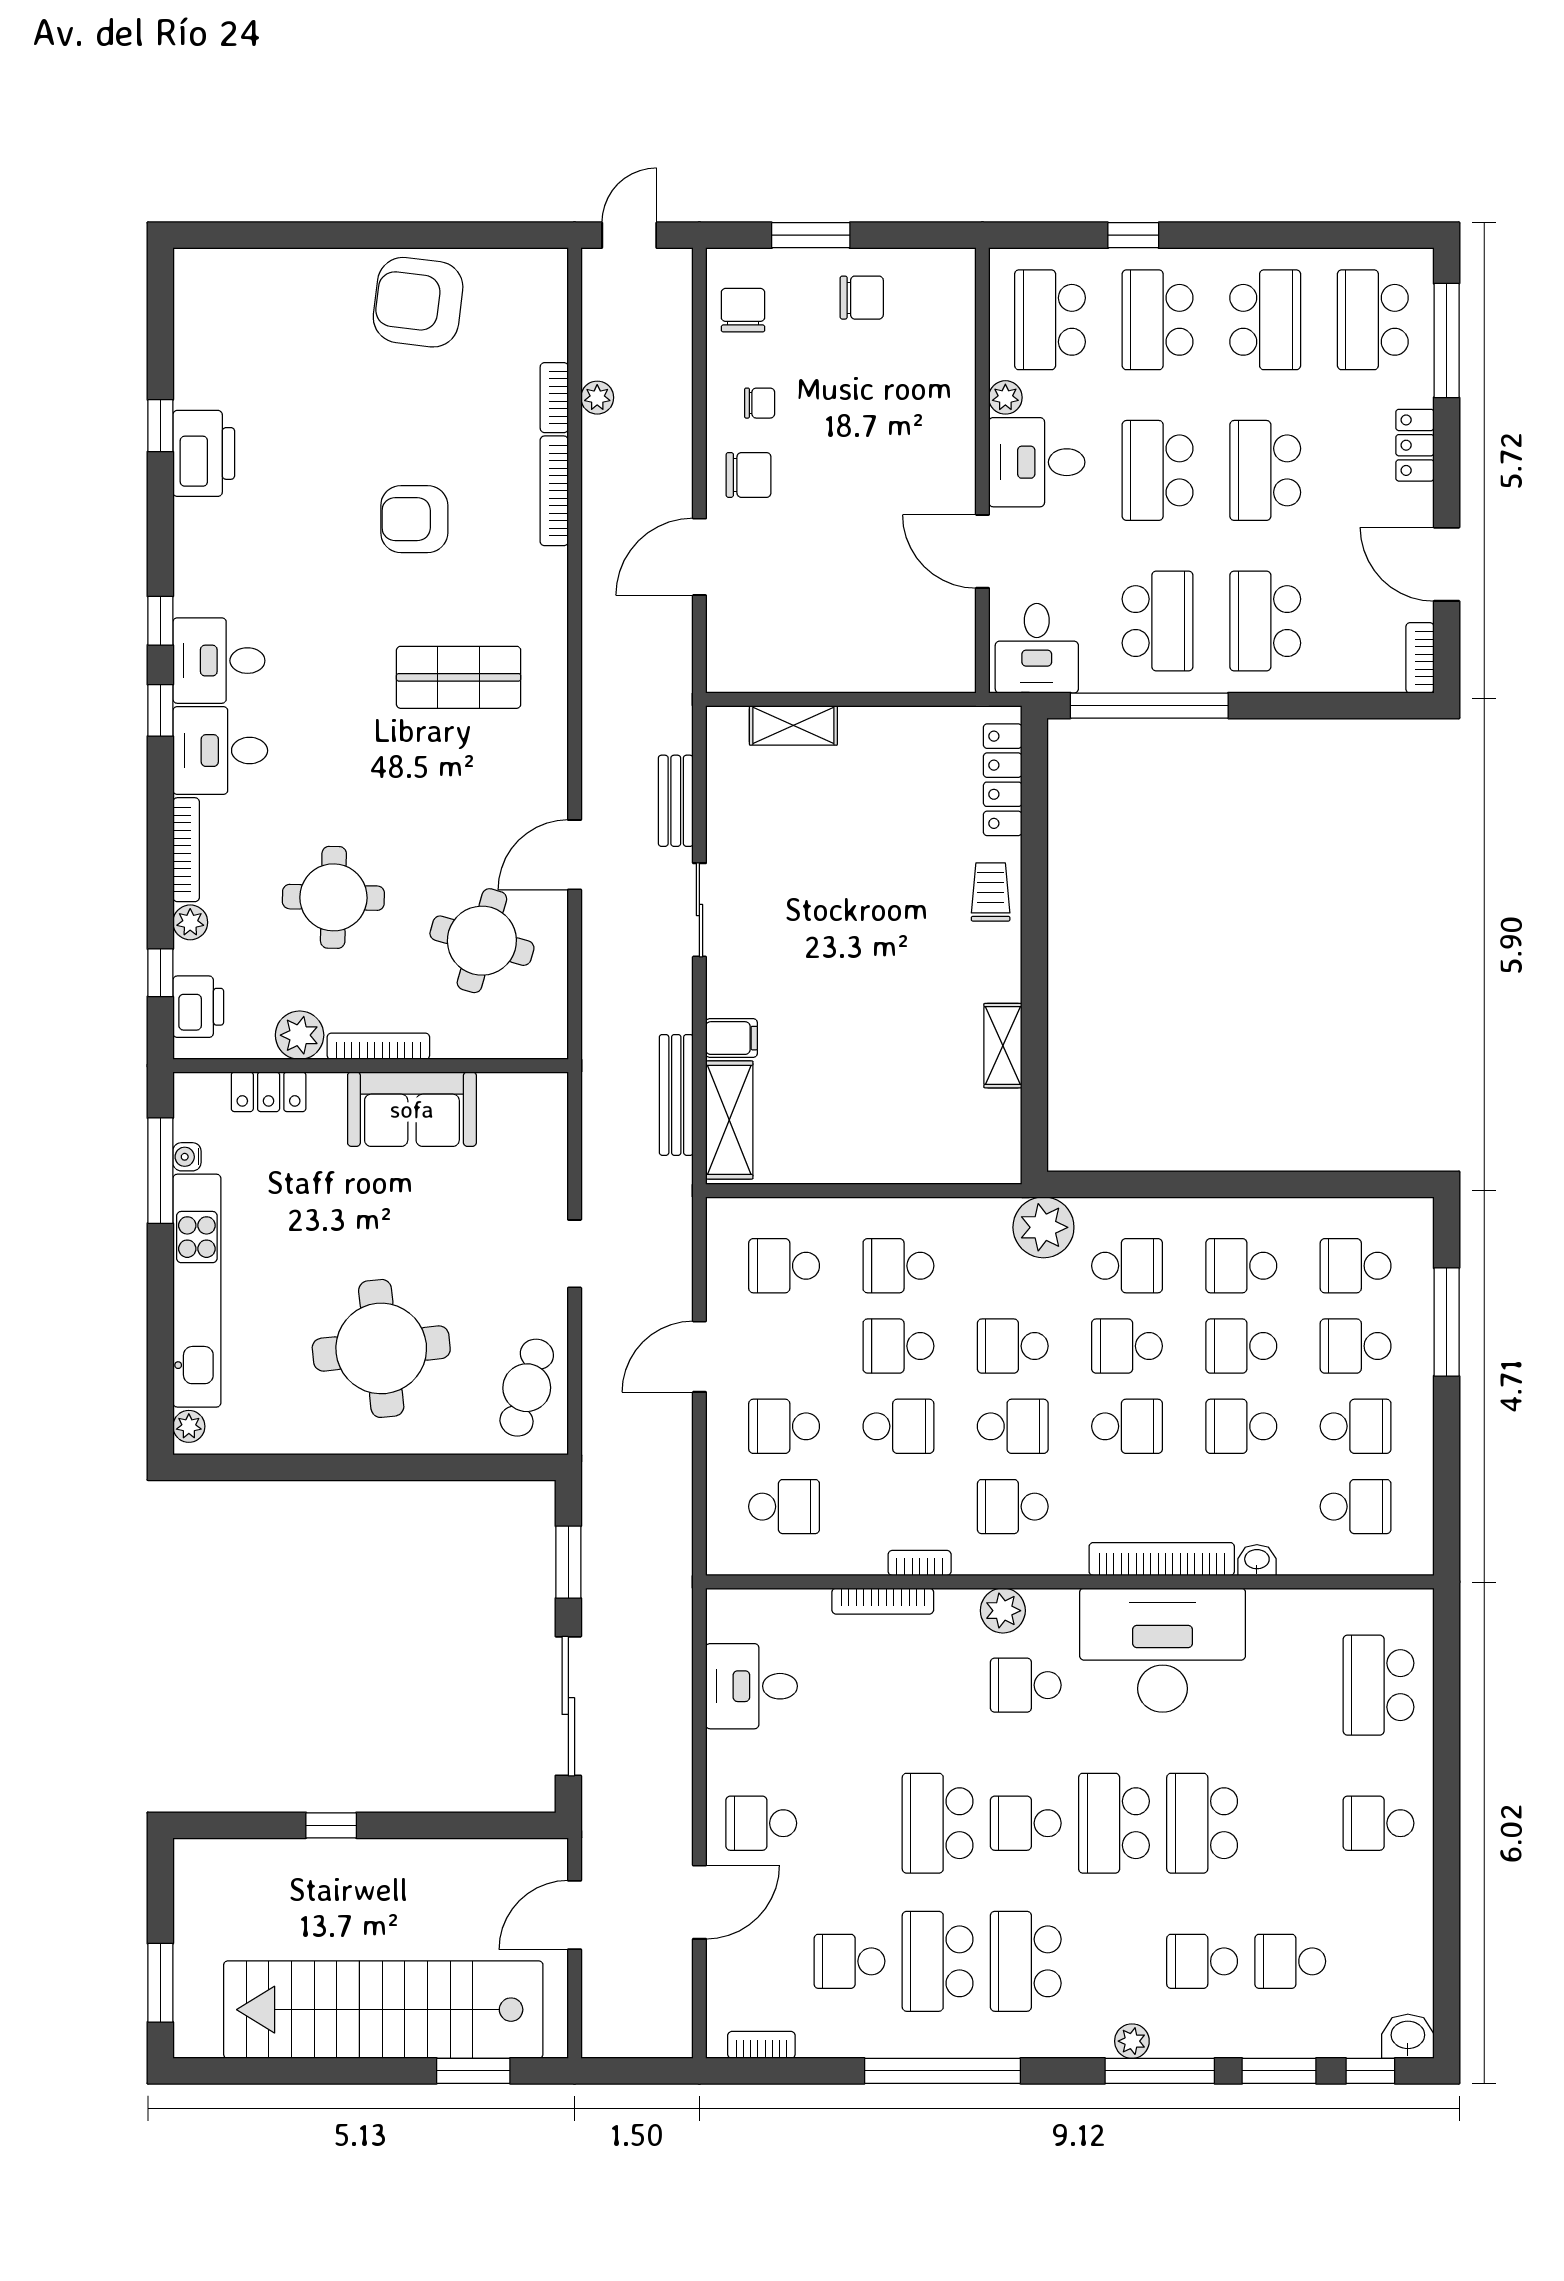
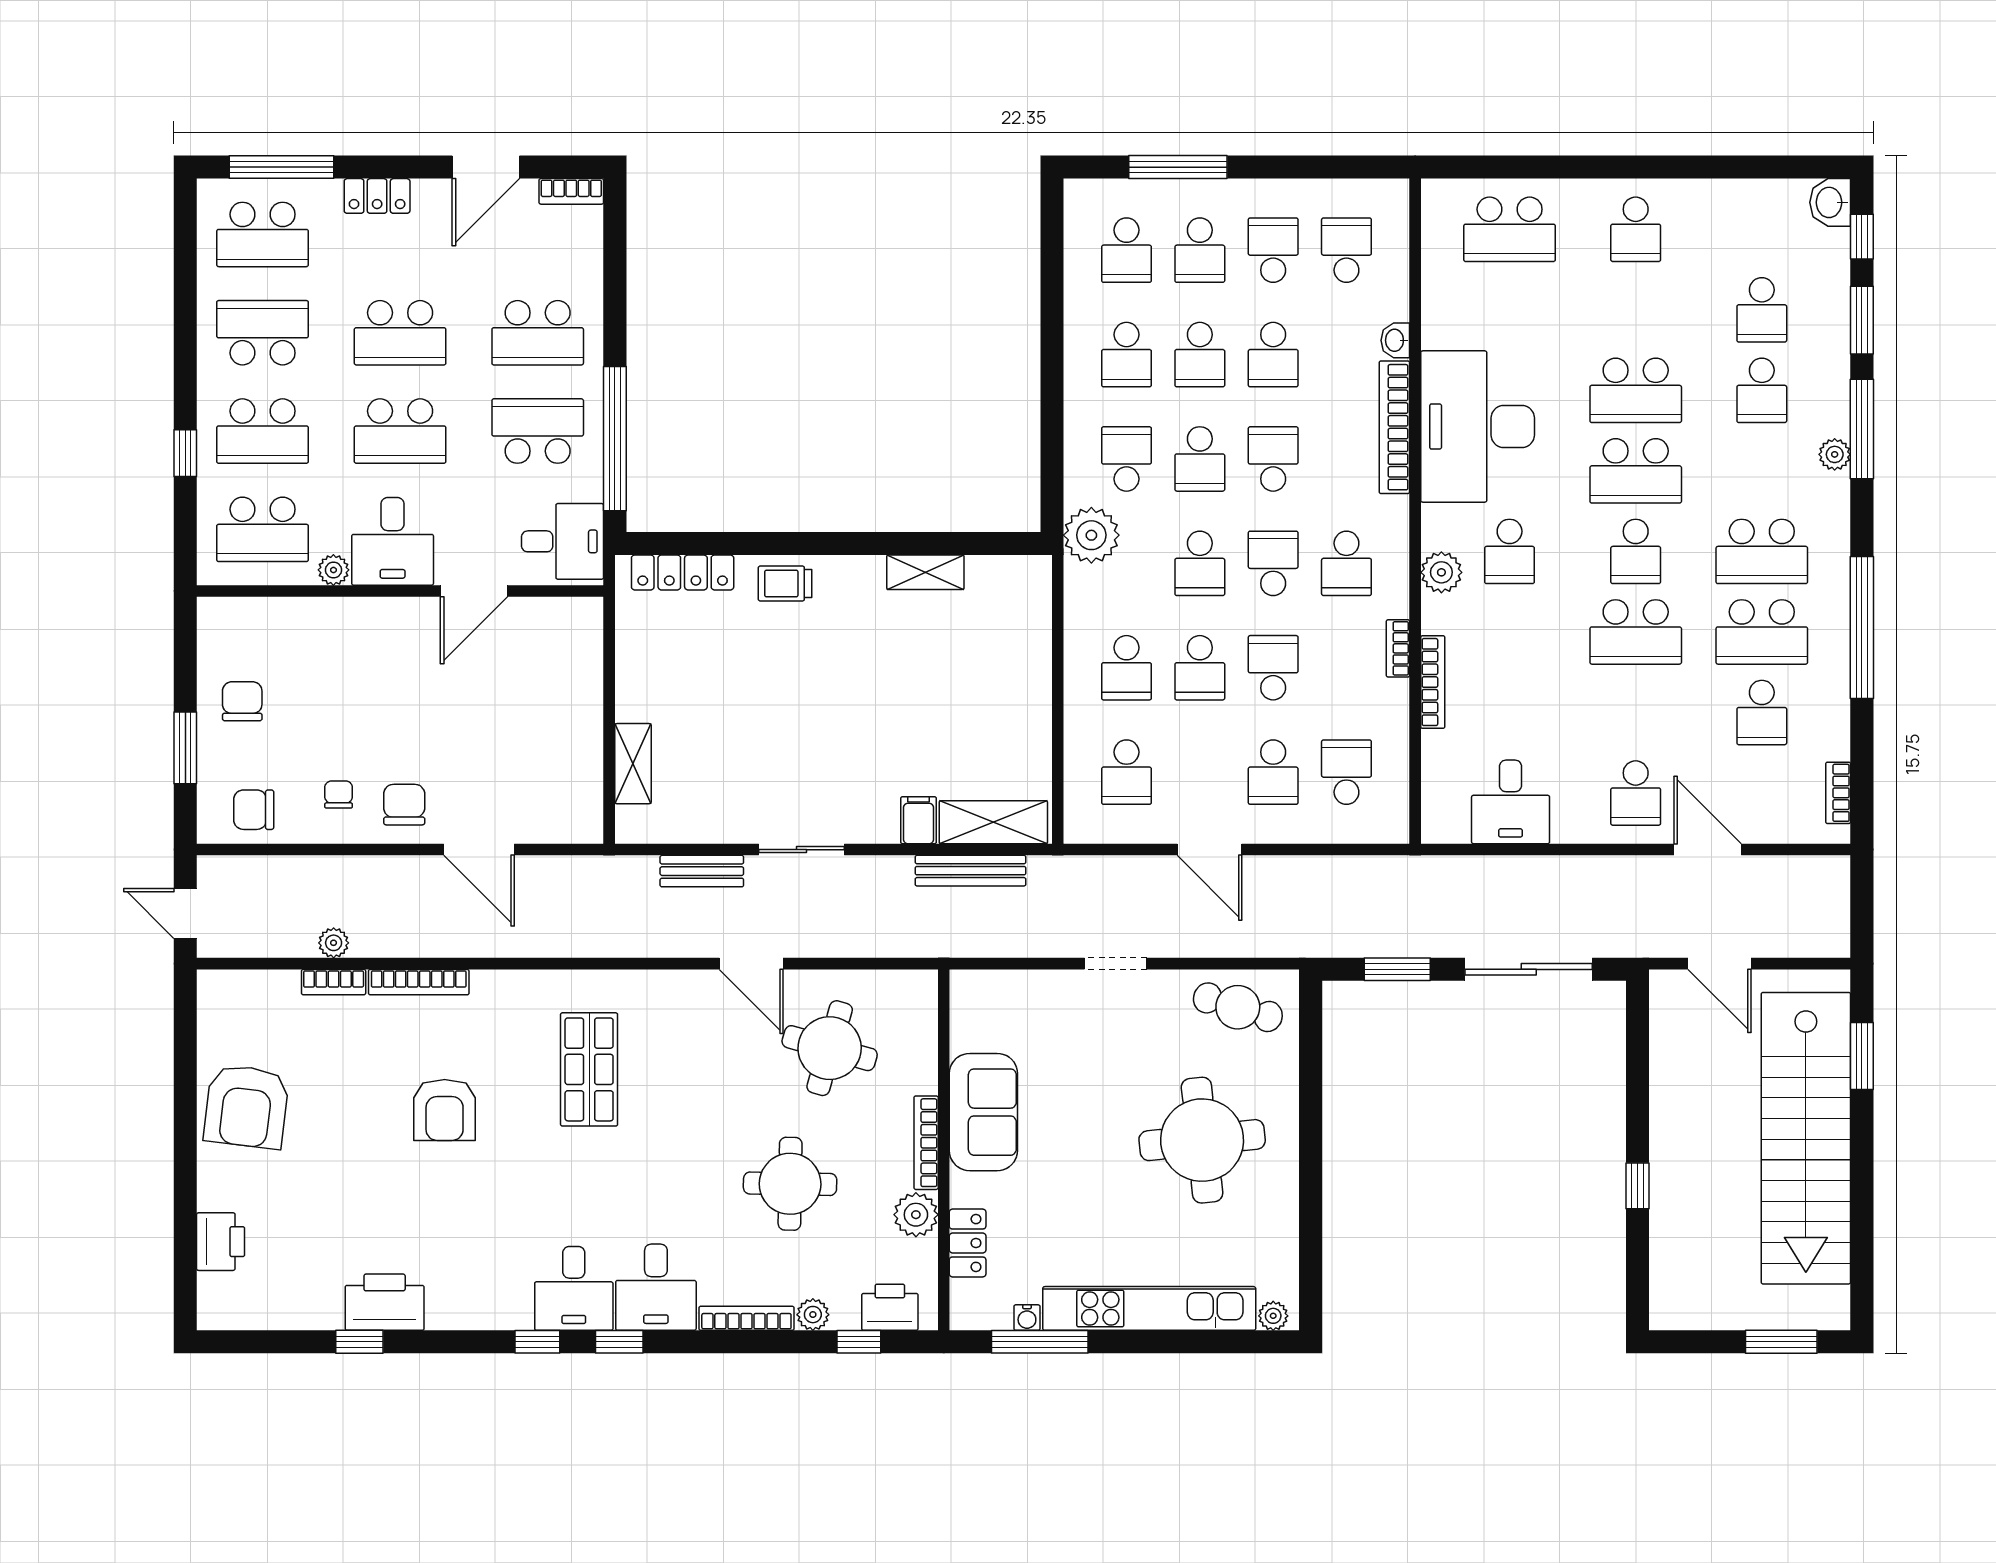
printer: (270, 274) -> (221, 1242), added

